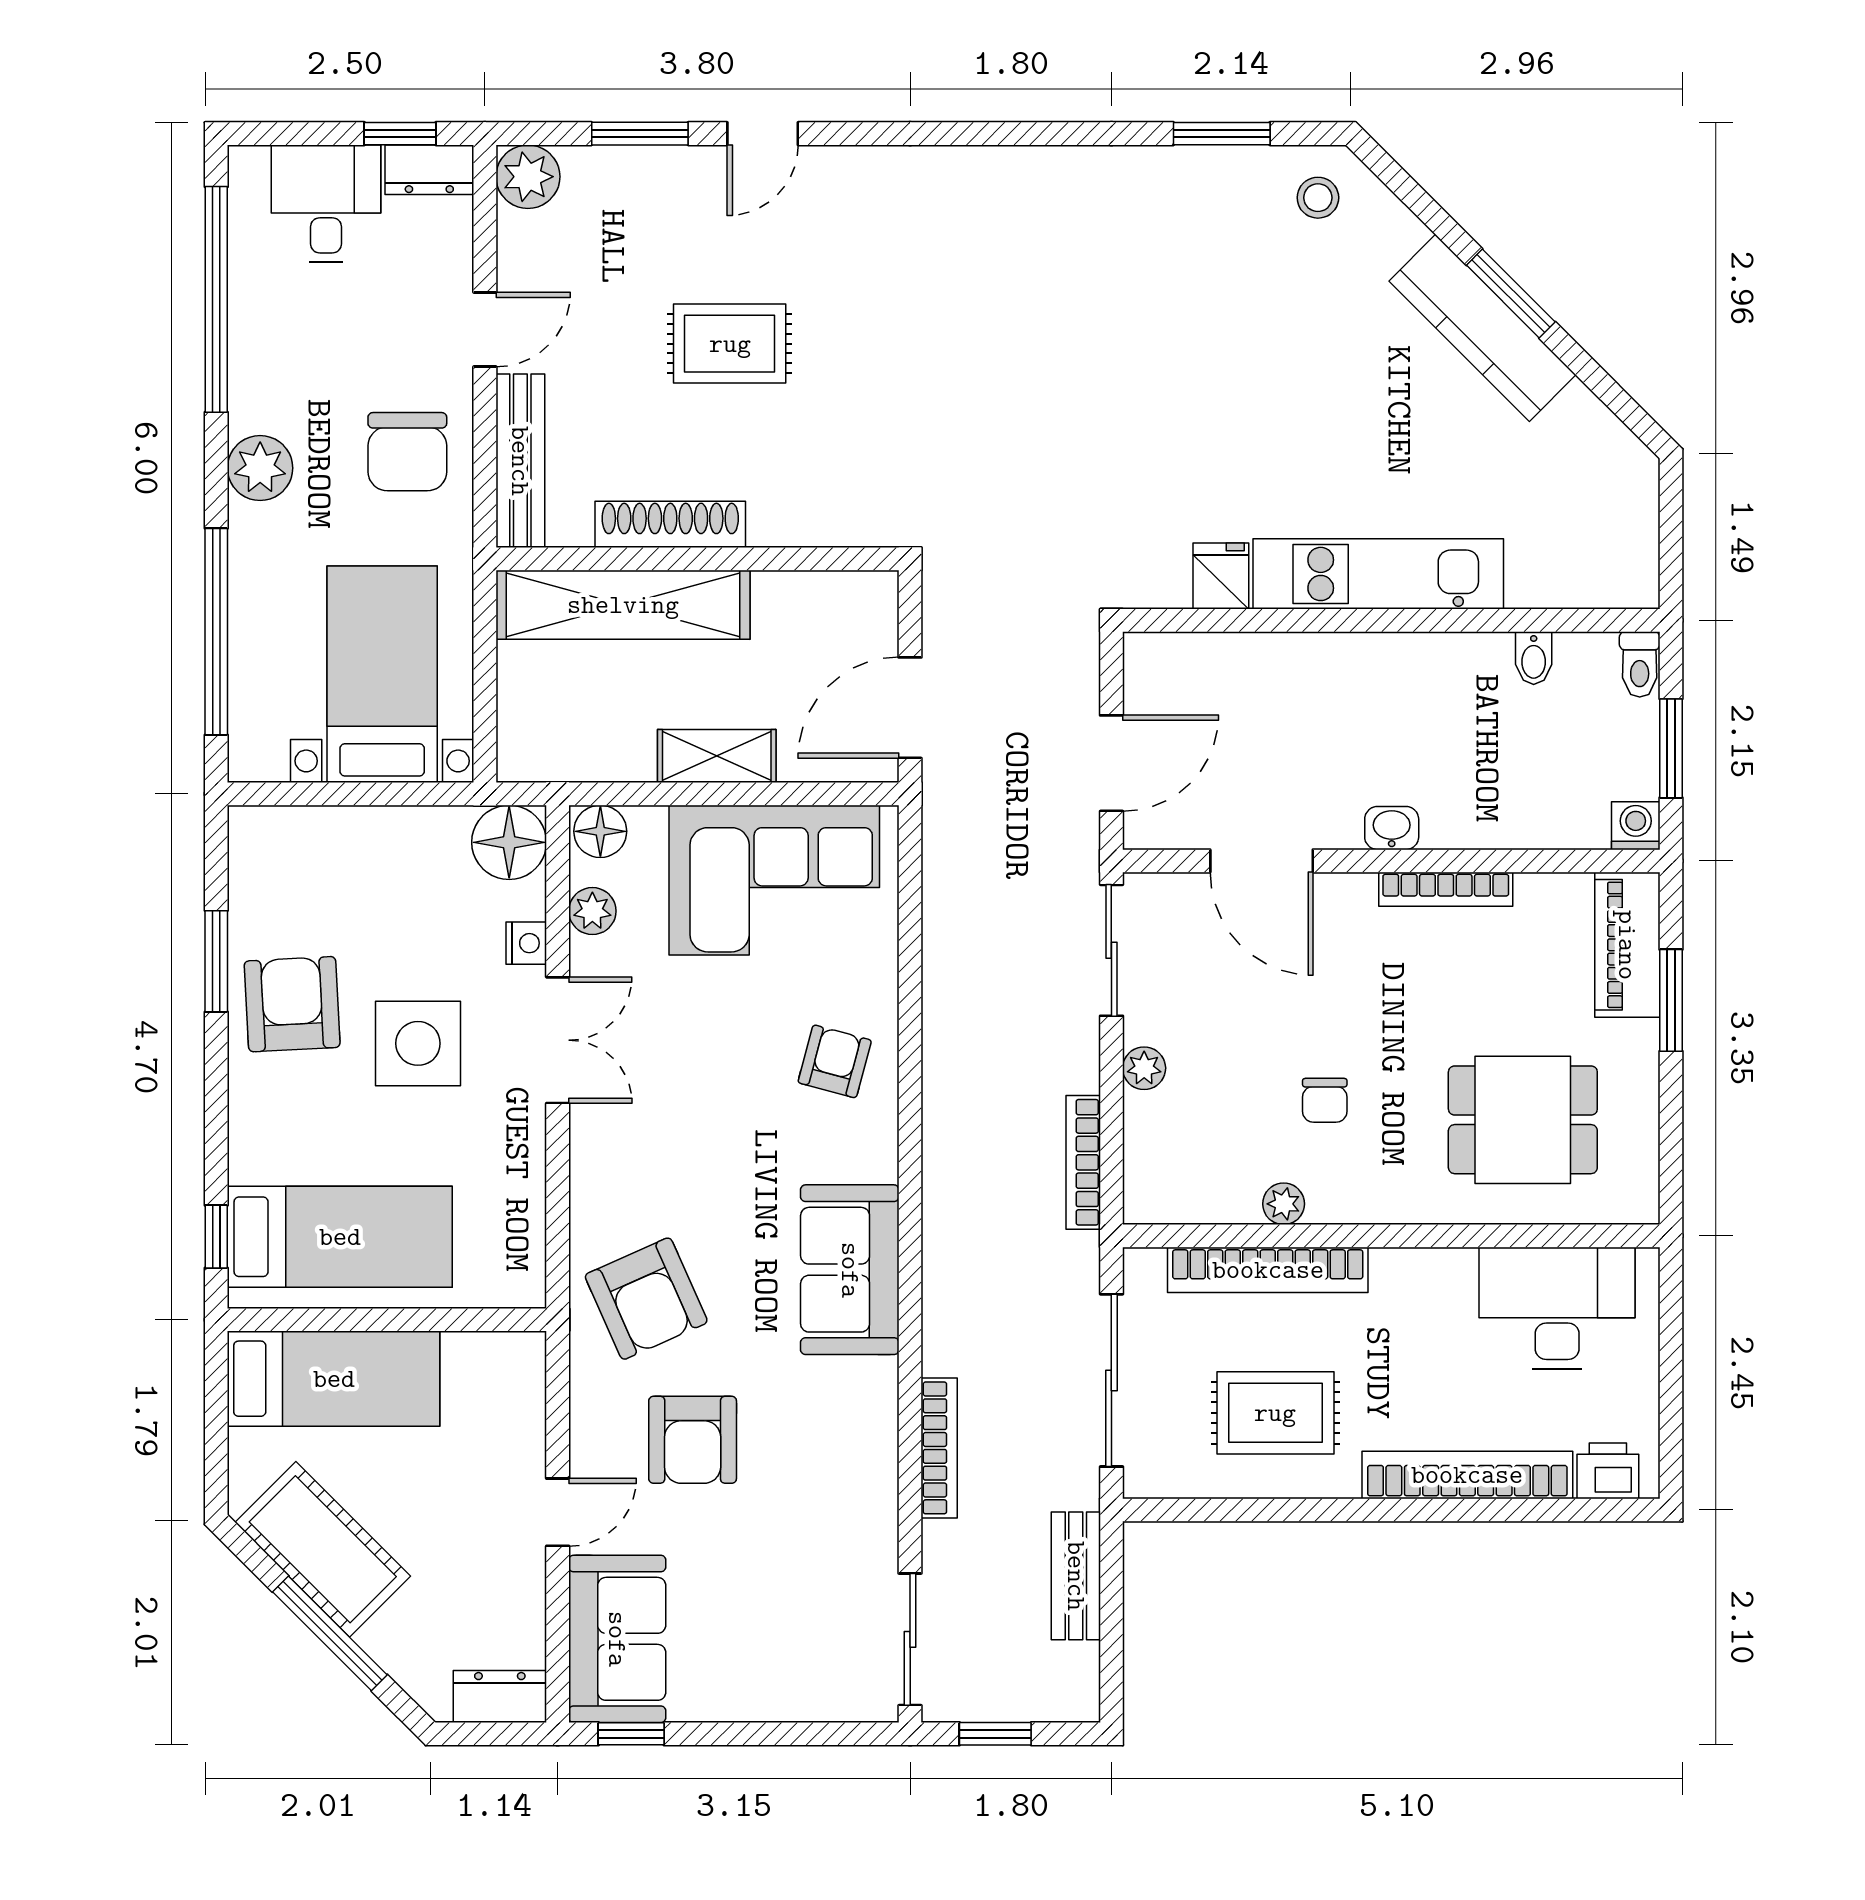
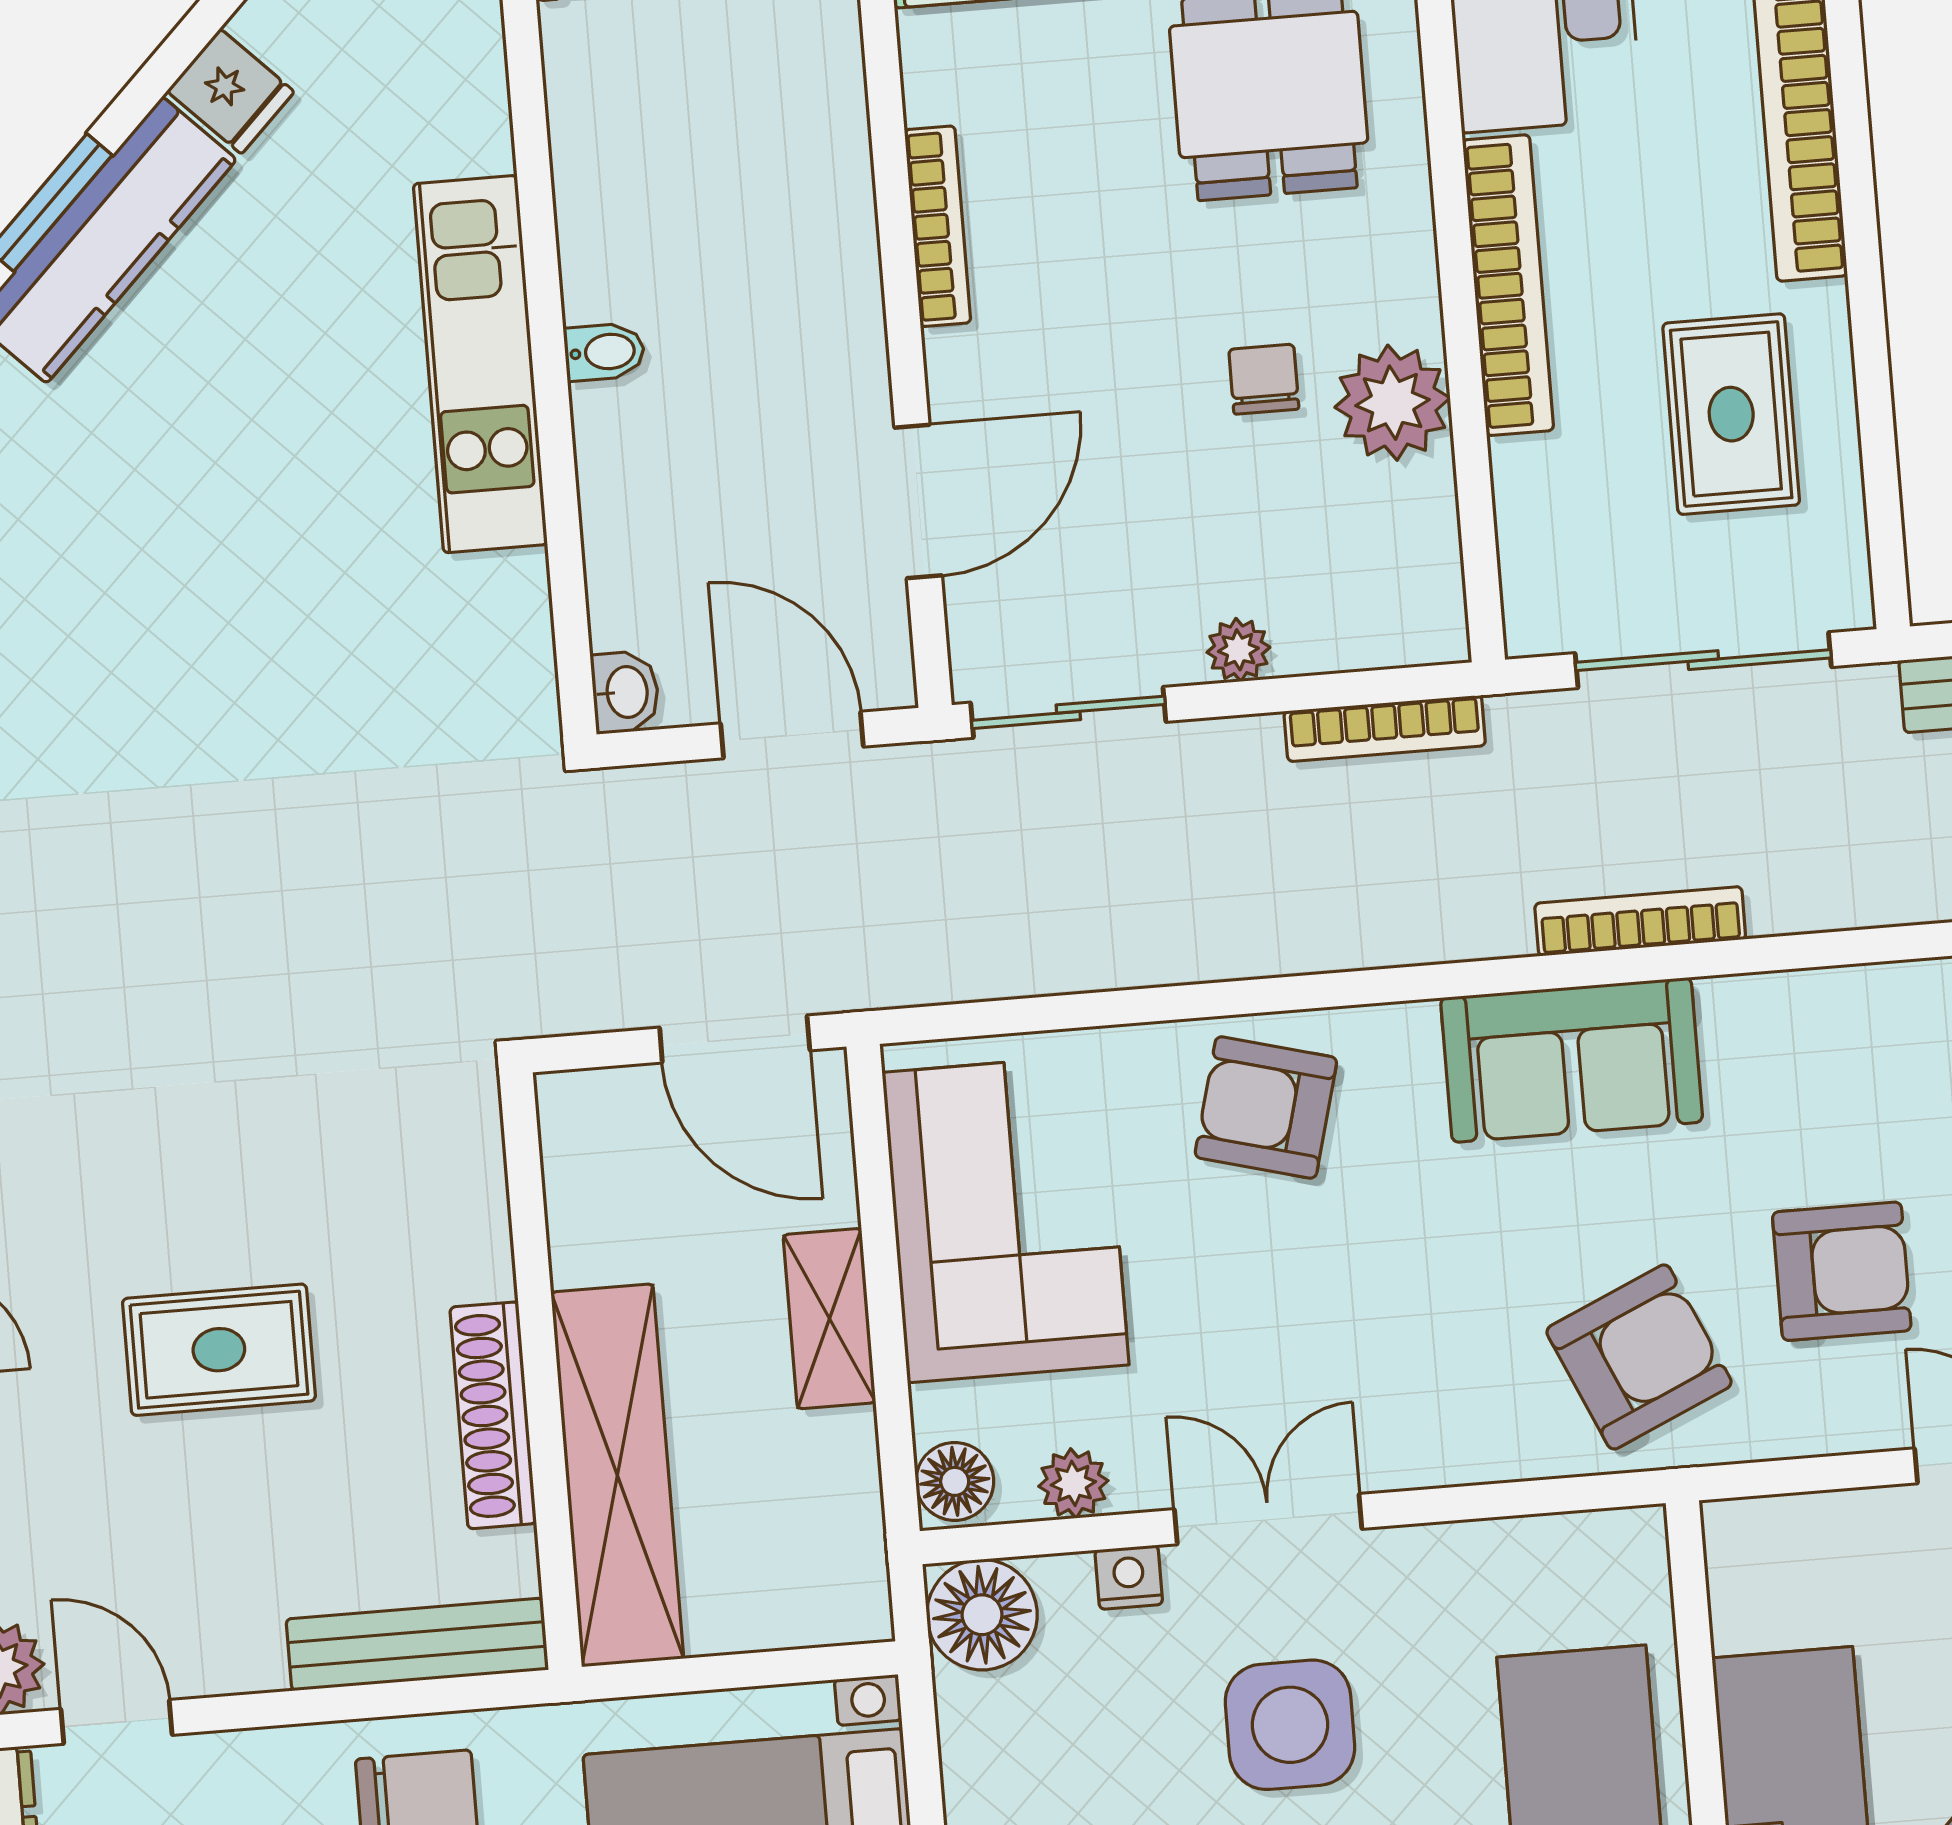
door: (485, 330) -> (117, 1722), moved
rug: (730, 344) -> (219, 1350), turned 90
fridge: (1221, 576) -> (231, 91), moved, turned -135
bidet: (1534, 658) -> (604, 352), moved
washbasin: (1392, 828) -> (625, 692), moved, turned 180
armchair: (835, 1061) -> (1266, 1107), width x1.38, depth x1.38
chair: (1325, 1100) -> (1264, 379), turned -90
plant: (1284, 1204) -> (1392, 403), width x1.87, depth x1.87
bookcase: (1268, 1270) -> (1508, 285), moved
bookcase: (939, 1448) -> (1640, 921), moved

